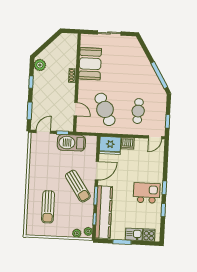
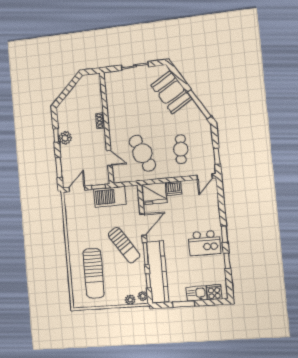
booth: (90, 64) -> (171, 92), moved, turned -31
plant: (40, 65) -> (65, 138), moved
kitchen island: (147, 193) -> (204, 243), turned 180
sun lounger: (48, 207) -> (94, 273), width x1.36, depth x1.34

